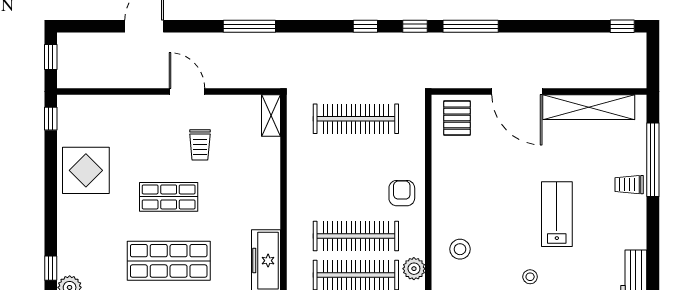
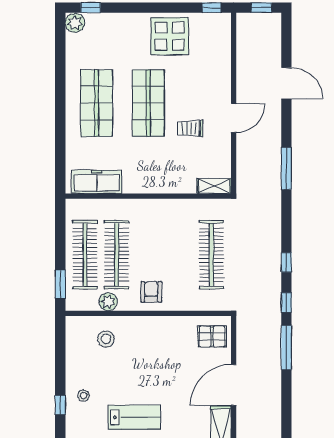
armchair: (402, 193) -> (151, 292), turned -90
shop shelf: (169, 197) -> (148, 103), width x1.43, depth x1.36
plant: (414, 269) -> (108, 302), moved

